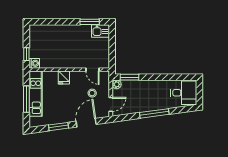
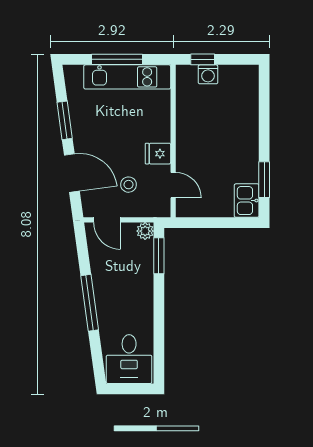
washing machine: (34, 63) -> (208, 74), moved
door: (92, 70) -> (173, 185), swing flipped
fridge: (64, 78) -> (158, 154), moved

